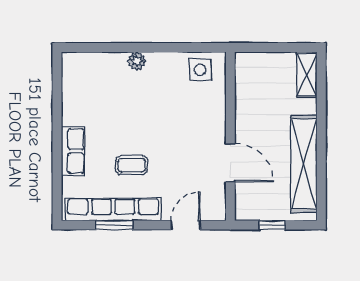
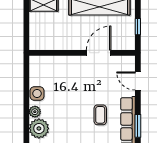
plant: (110, 68) -> (39, 128), added
side table: (200, 70) -> (37, 93), moved

